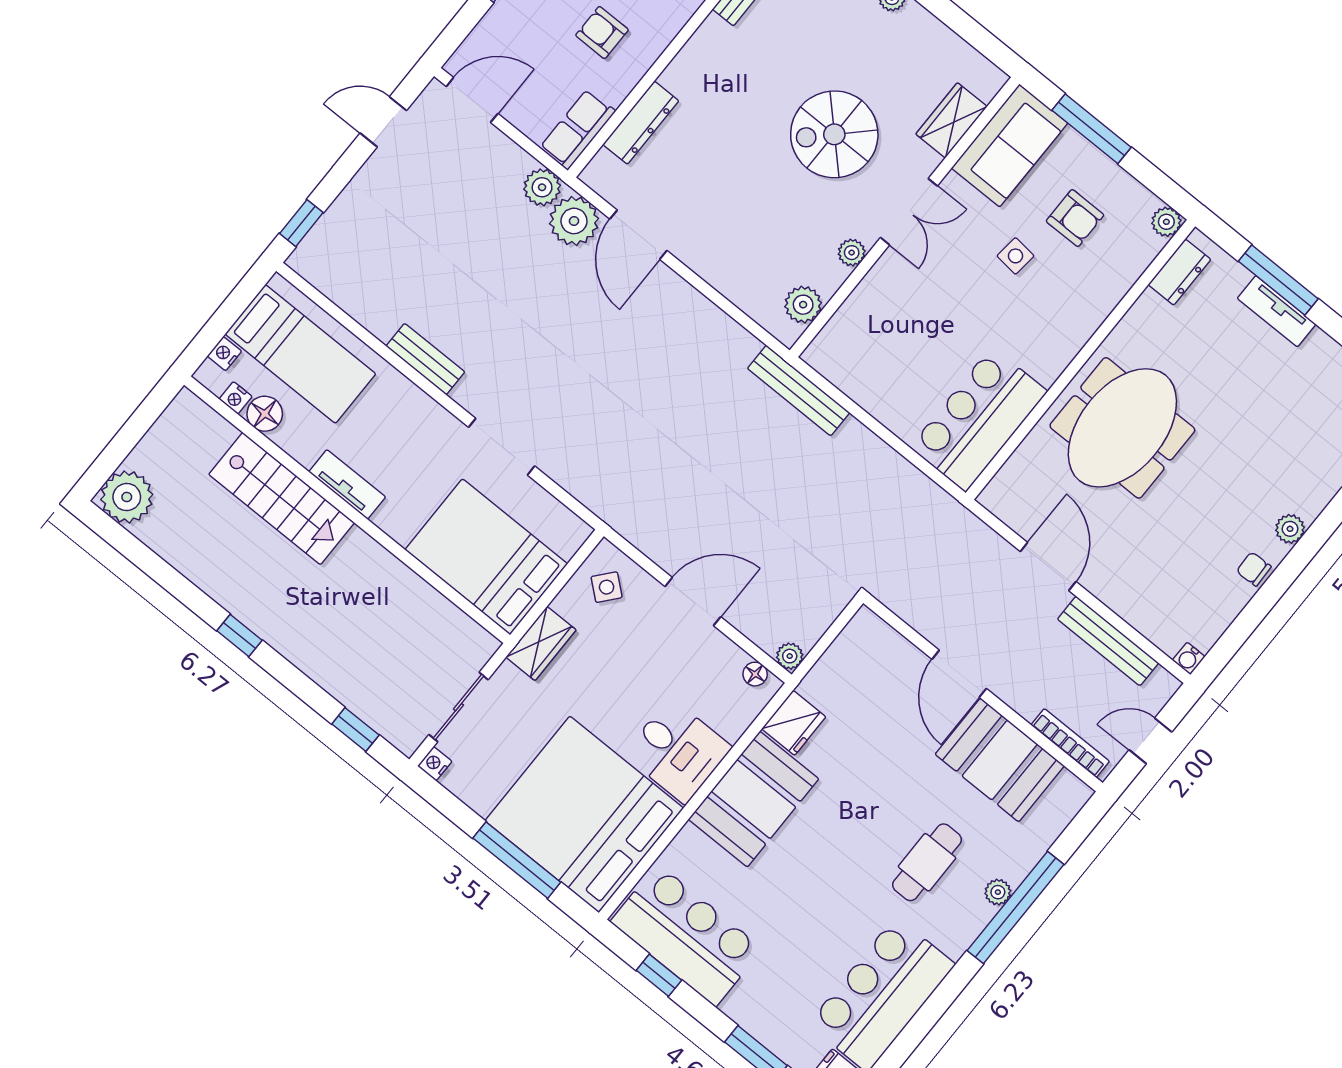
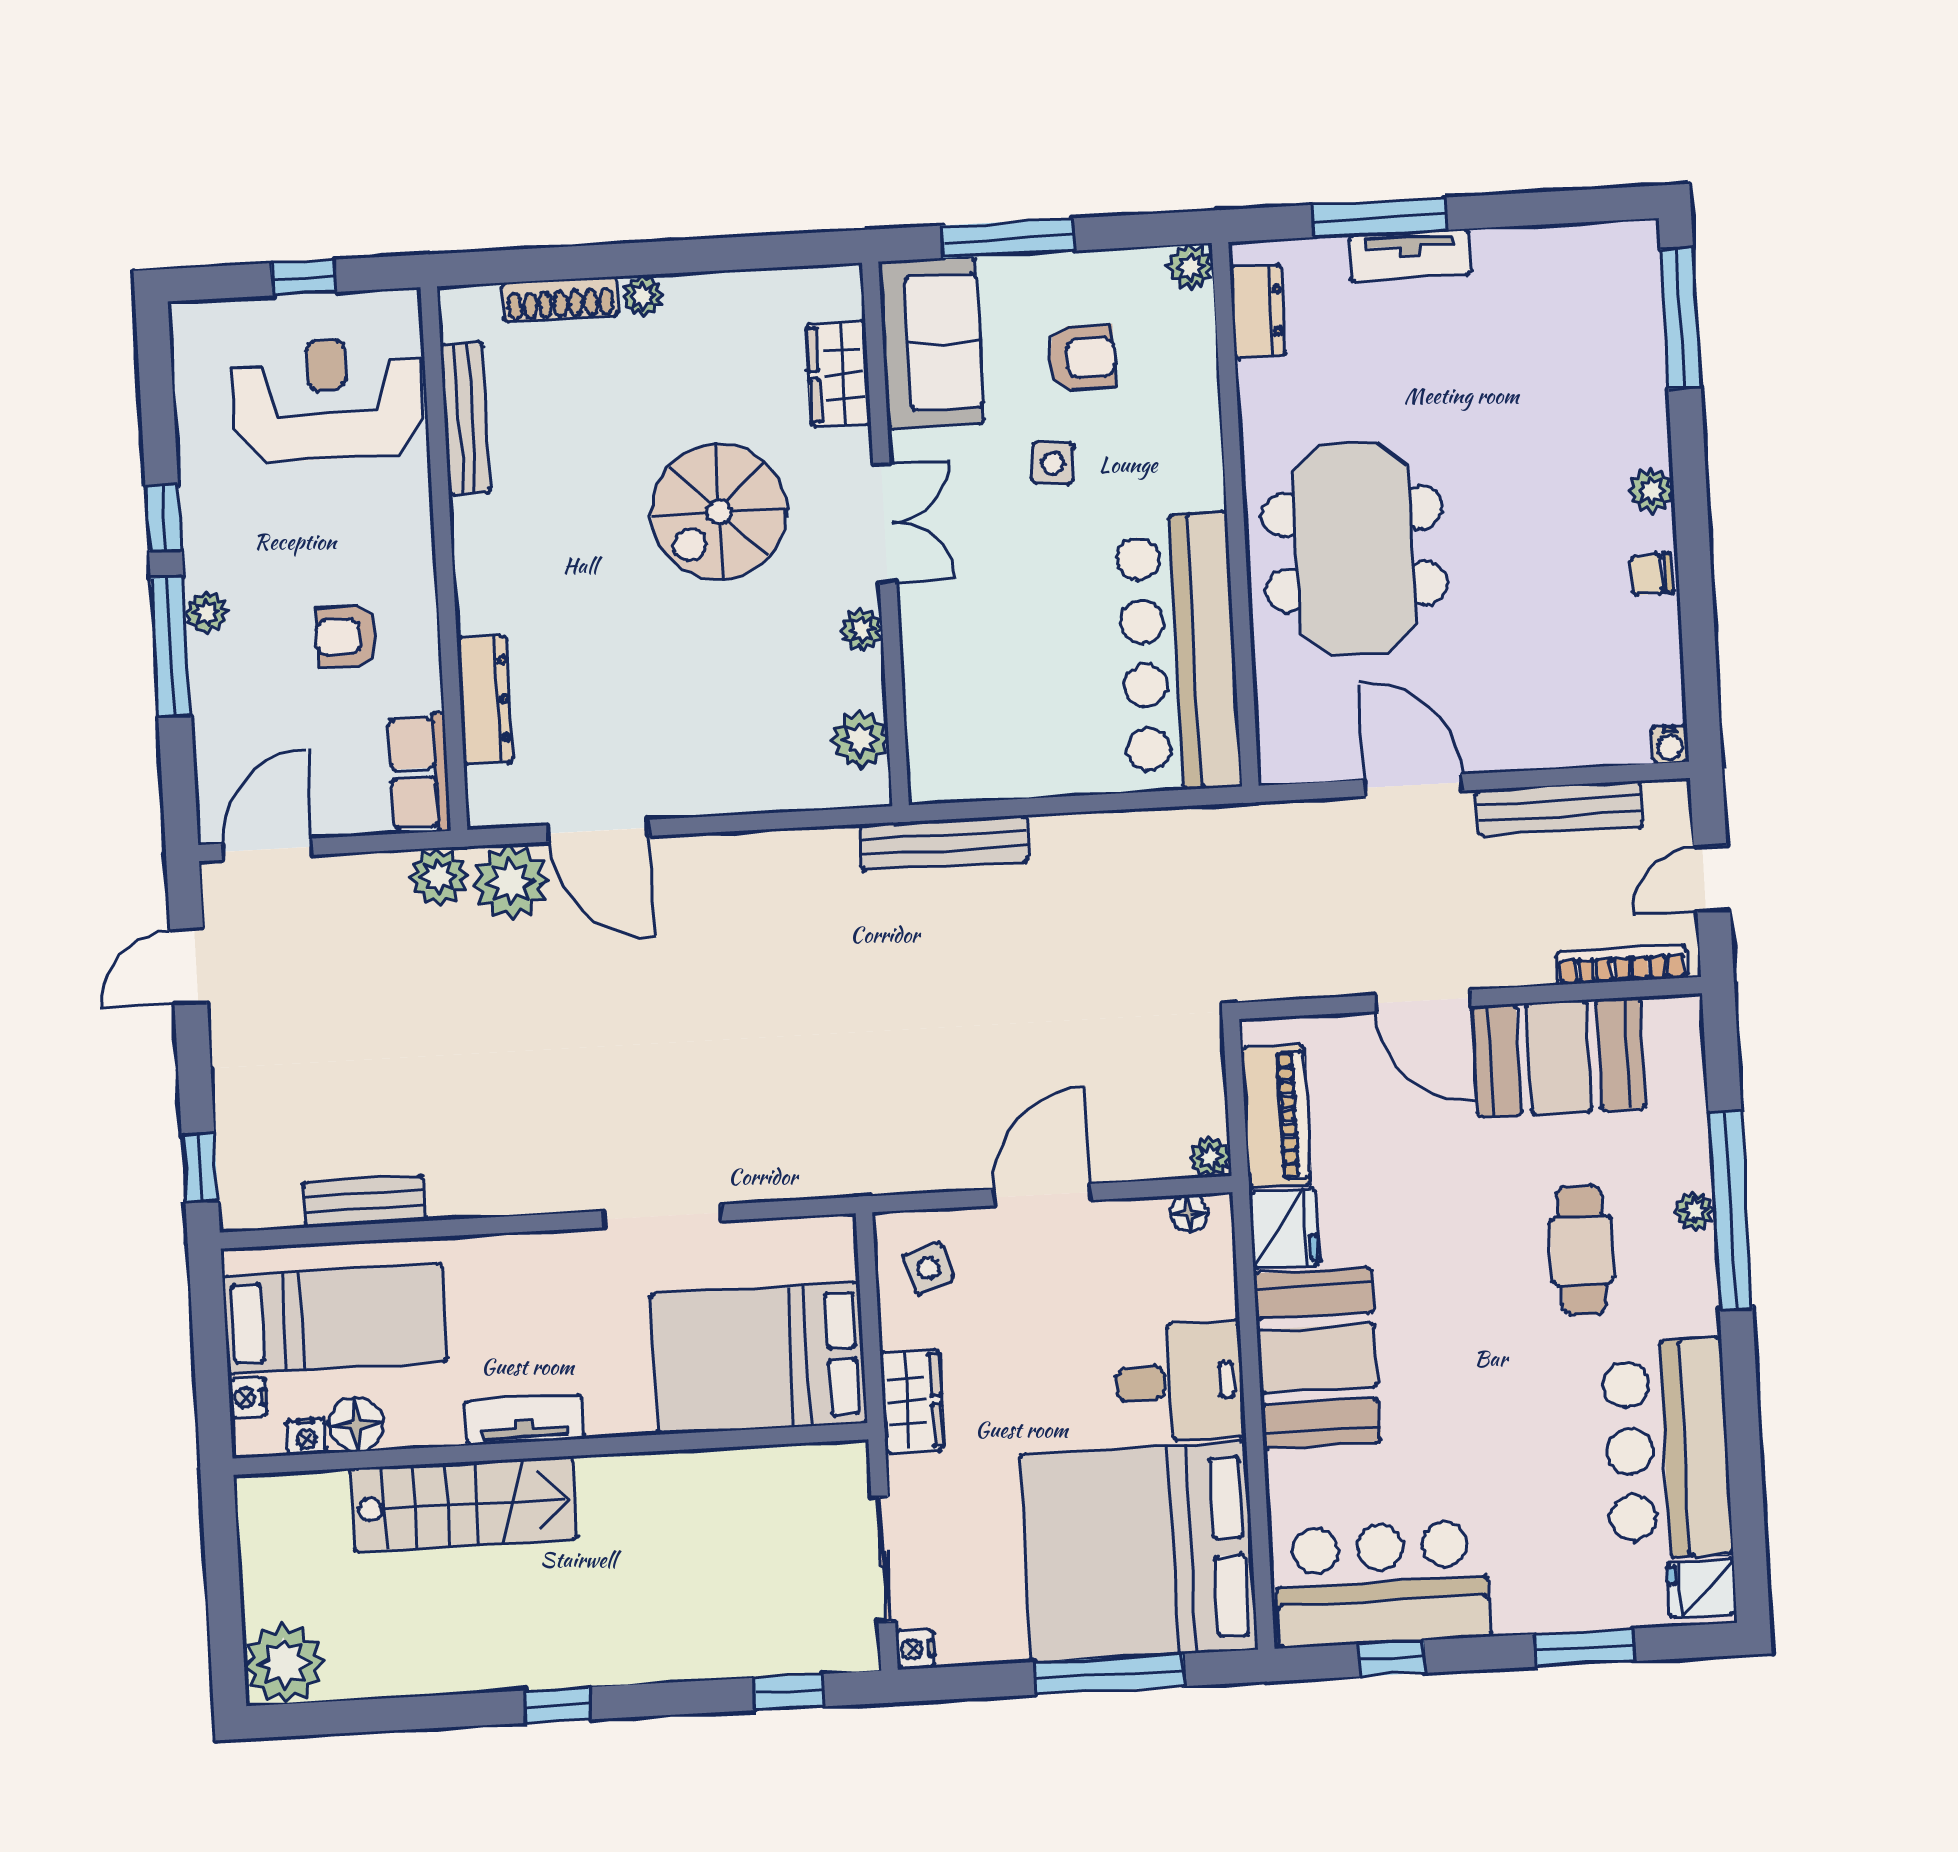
bench: (425, 359) -> (364, 1201), moved
bar counter: (979, 419) -> (1178, 652), width x1.36
side table: (607, 587) -> (928, 1268), turned 31
piano: (839, 665) -> (1276, 1116), added

